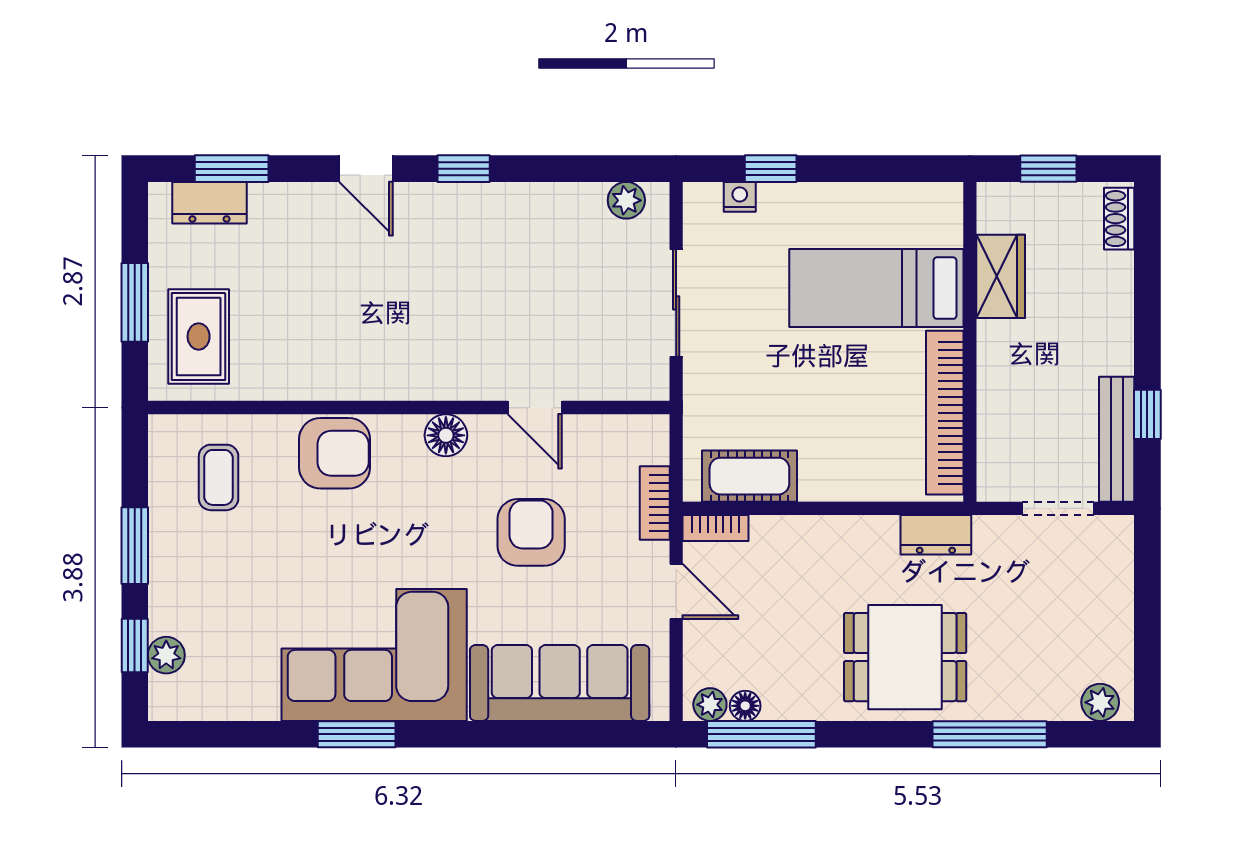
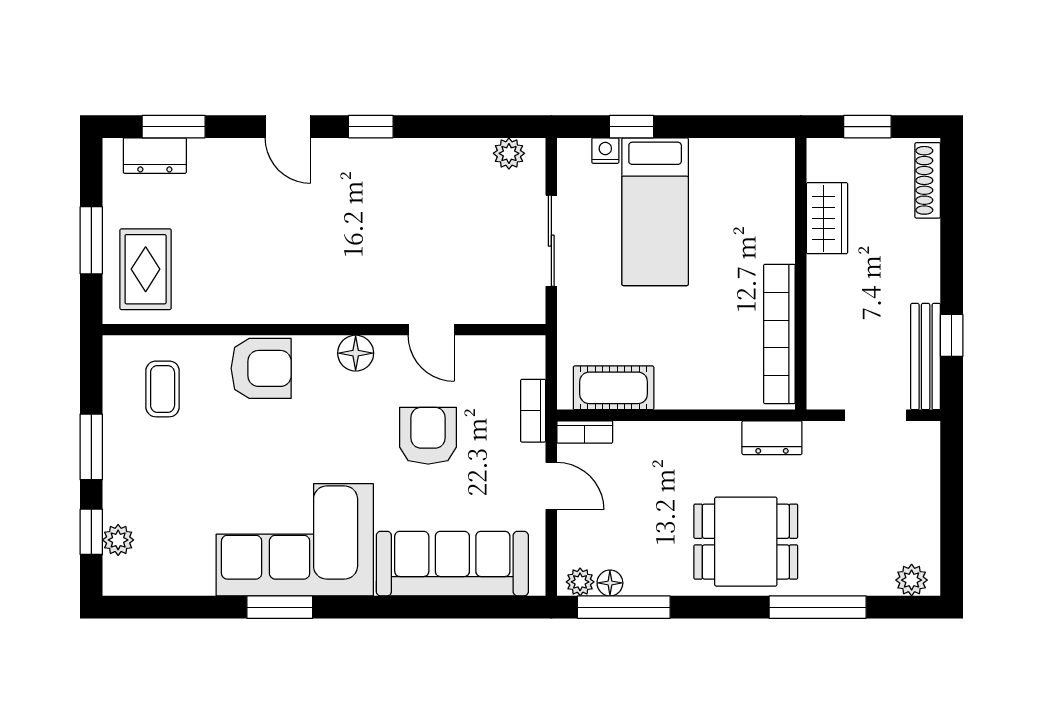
shoe rack: (1119, 219) -> (928, 180), width x1.43
bed: (876, 288) -> (655, 212), moved, turned -90

